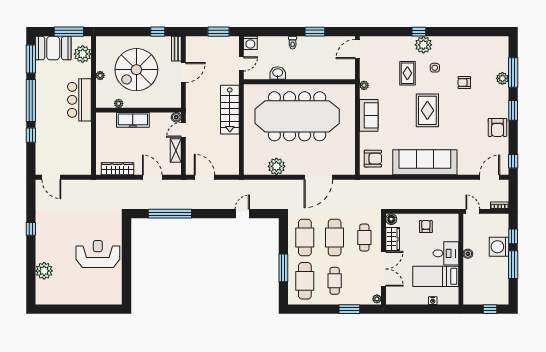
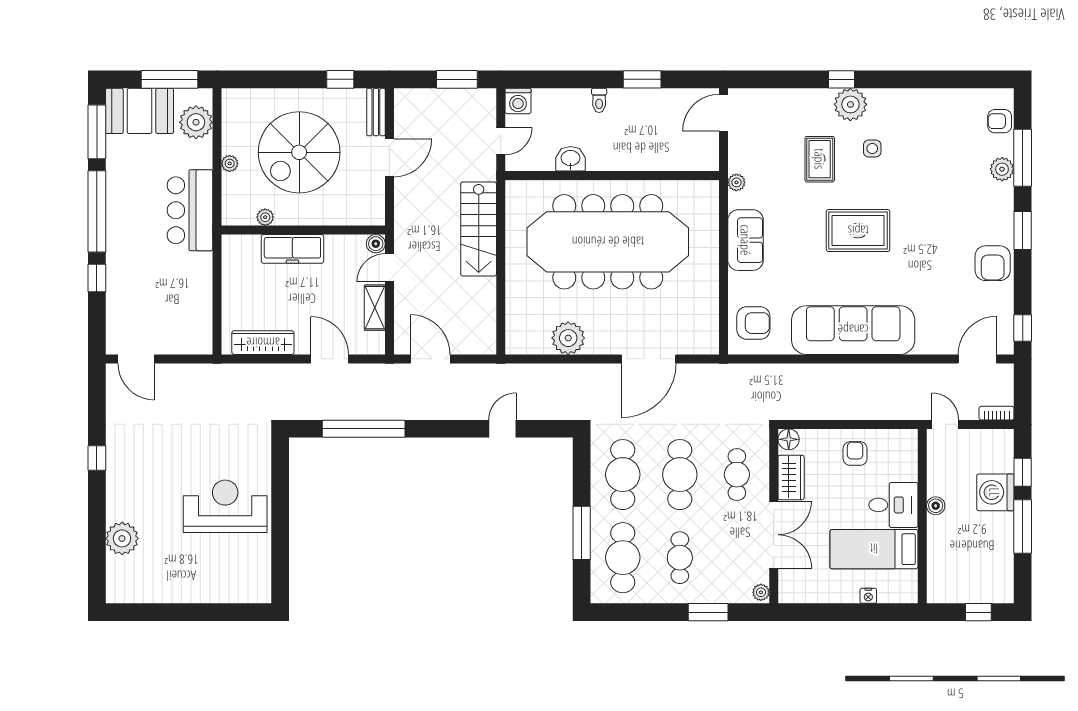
armchair: (464, 82) -> (1000, 121), moved
rug: (427, 110) -> (858, 231), turned 90

